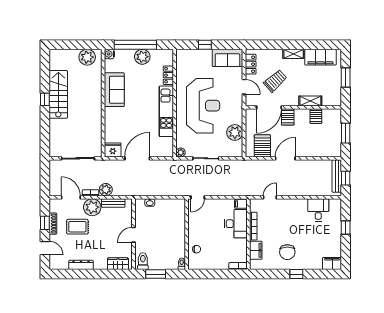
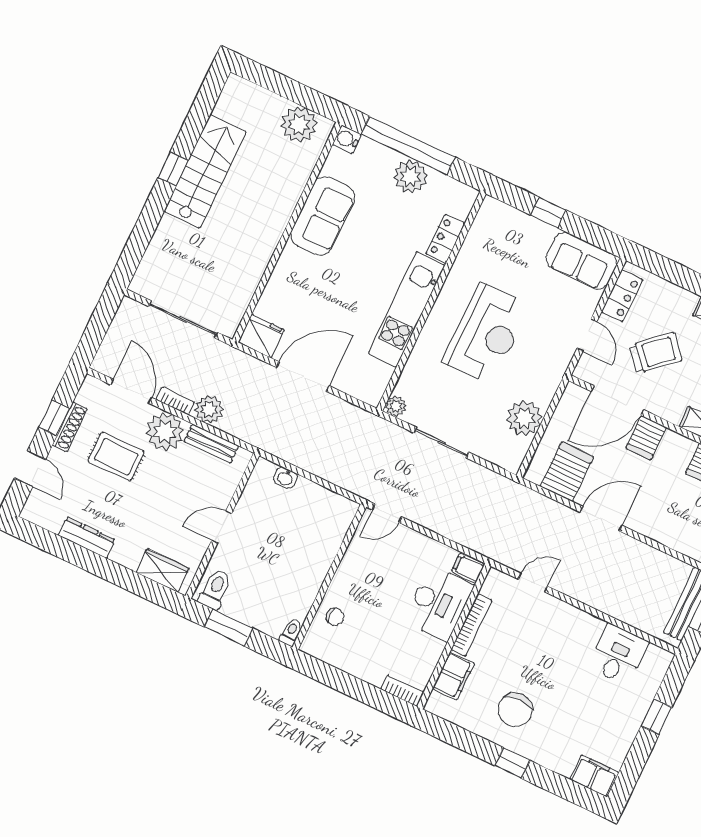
reception desk: (203, 106) -> (486, 334), width x0.74, depth x0.77

